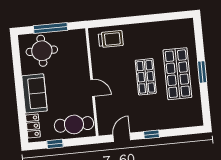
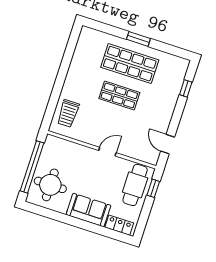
window: (50, 28) -> (32, 167), width x1.46
trolley: (111, 39) -> (68, 113), turned 180
window: (152, 134) -> (186, 88), moved
window: (55, 144) -> (153, 188), moved

